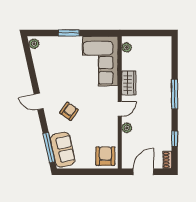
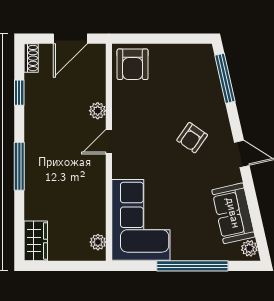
window: (69, 33) -> (192, 266), width x2.11
wardrobe: (129, 83) -> (36, 241), moved, turned 180
sofa: (63, 150) -> (233, 213), moved

